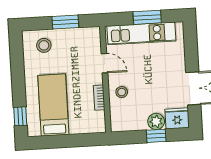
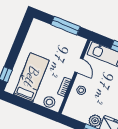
window: (65, 22) -> (66, 26), width x1.44
stool: (44, 45) -> (49, 102), moved

